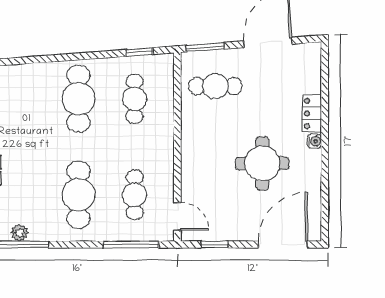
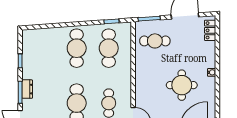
cafe table: (135, 99) -> (109, 48), width x1.37, depth x1.35
locker: (312, 113) -> (210, 30), moved

